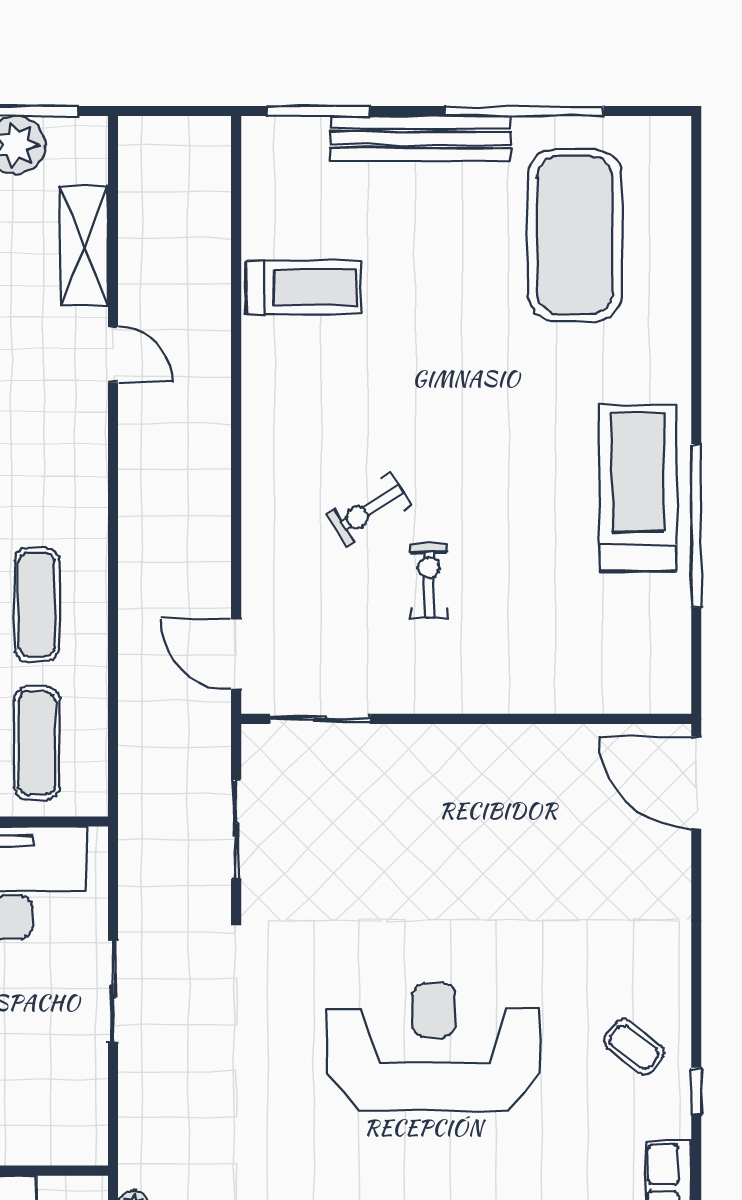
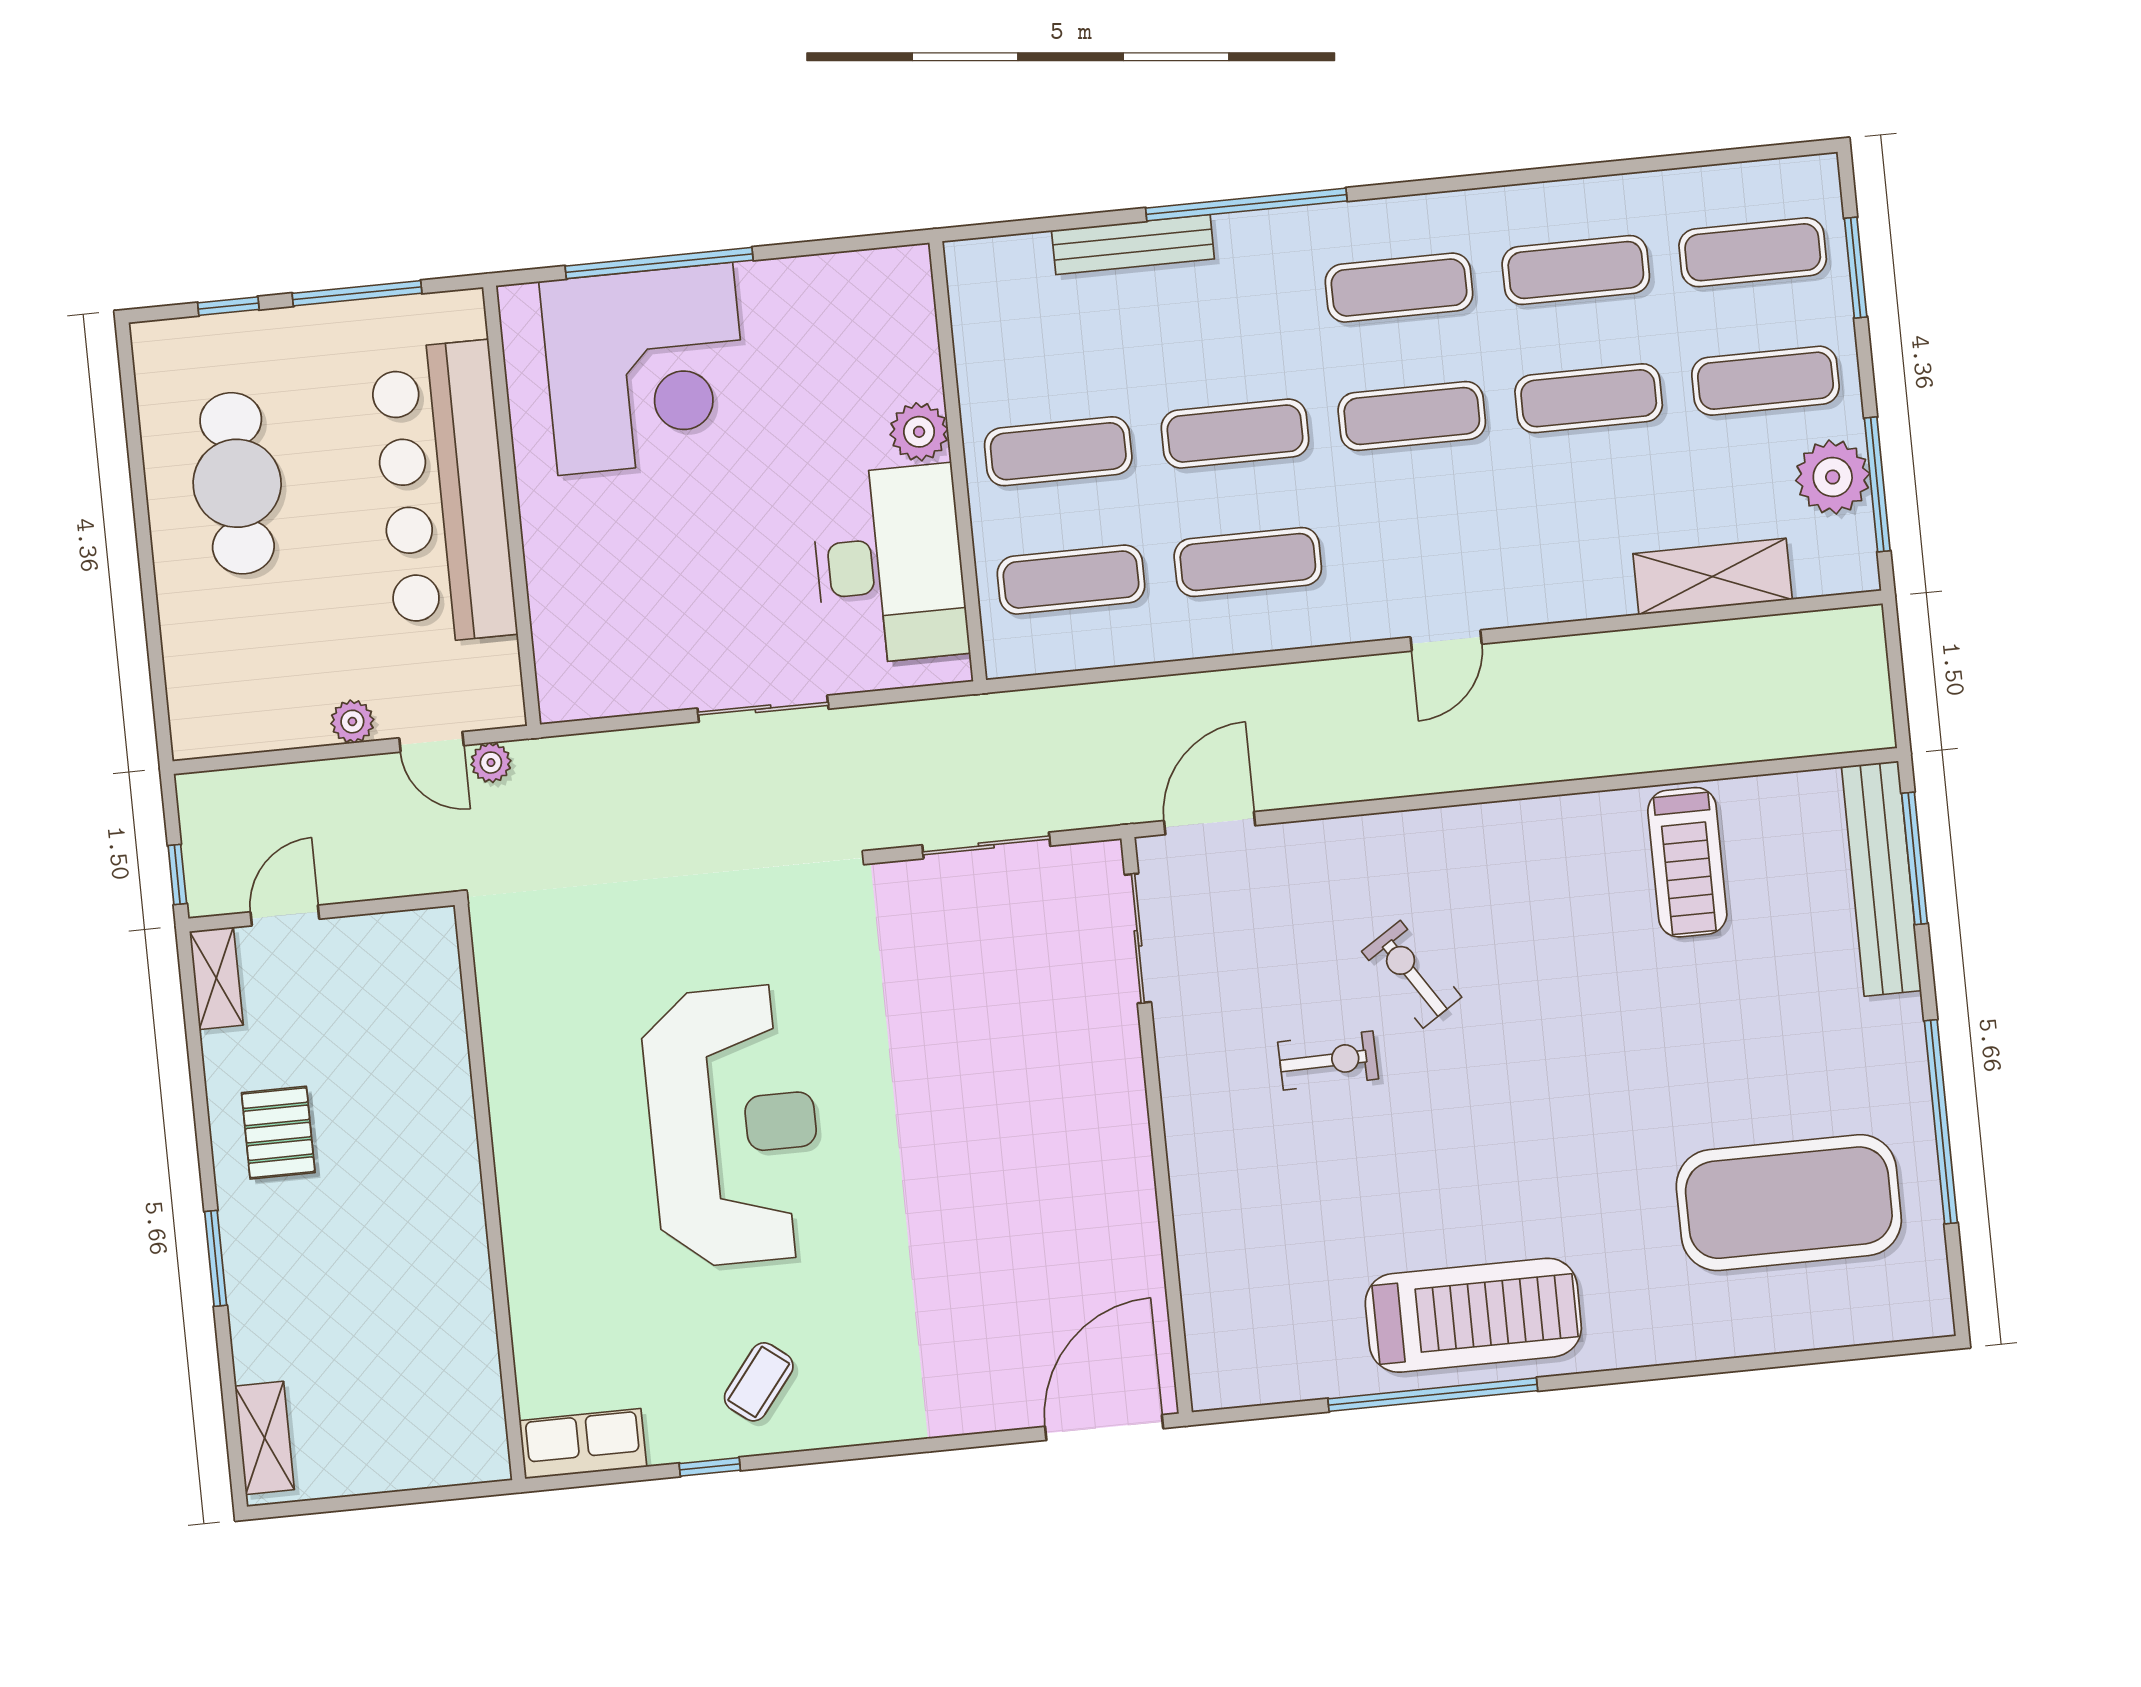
bench: (421, 138) -> (1881, 879), moved
door: (113, 355) -> (1446, 641), moved

